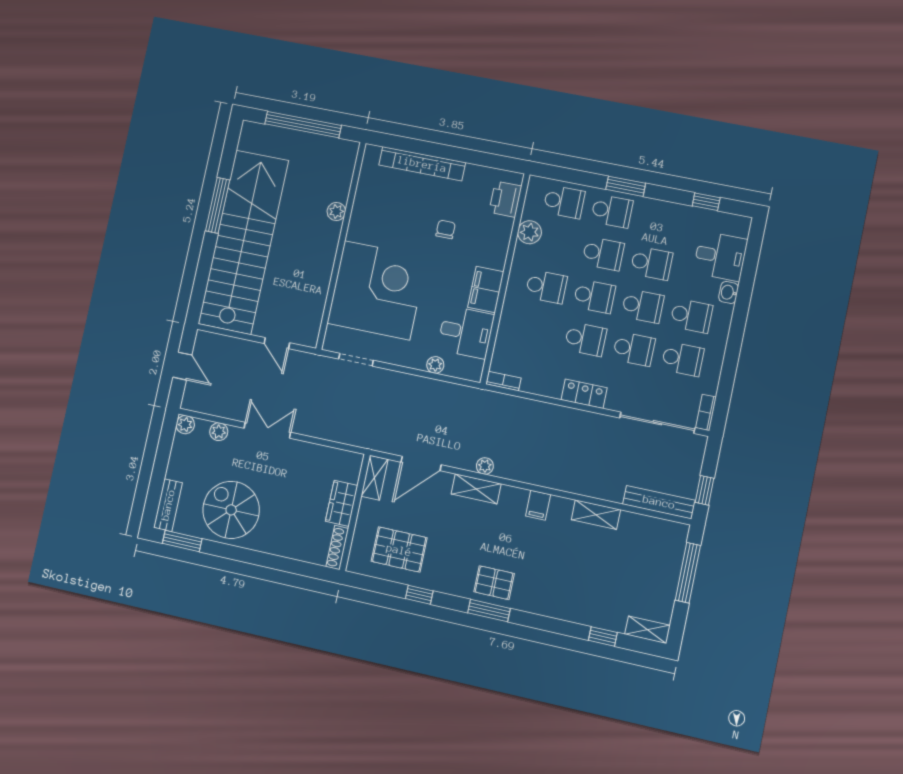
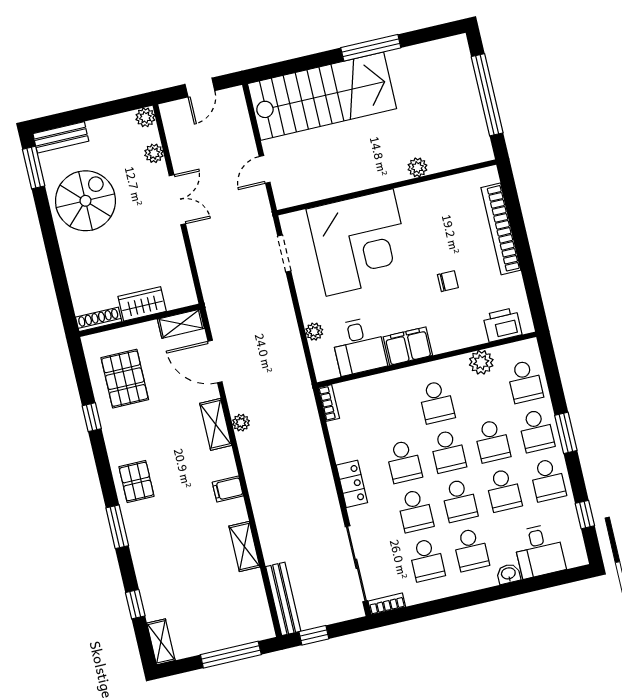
school desk: (660, 220) -> (548, 480), added
stairs: (243, 242) -> (322, 96), width x0.73
window: (489, 611) -> (117, 527), moved

